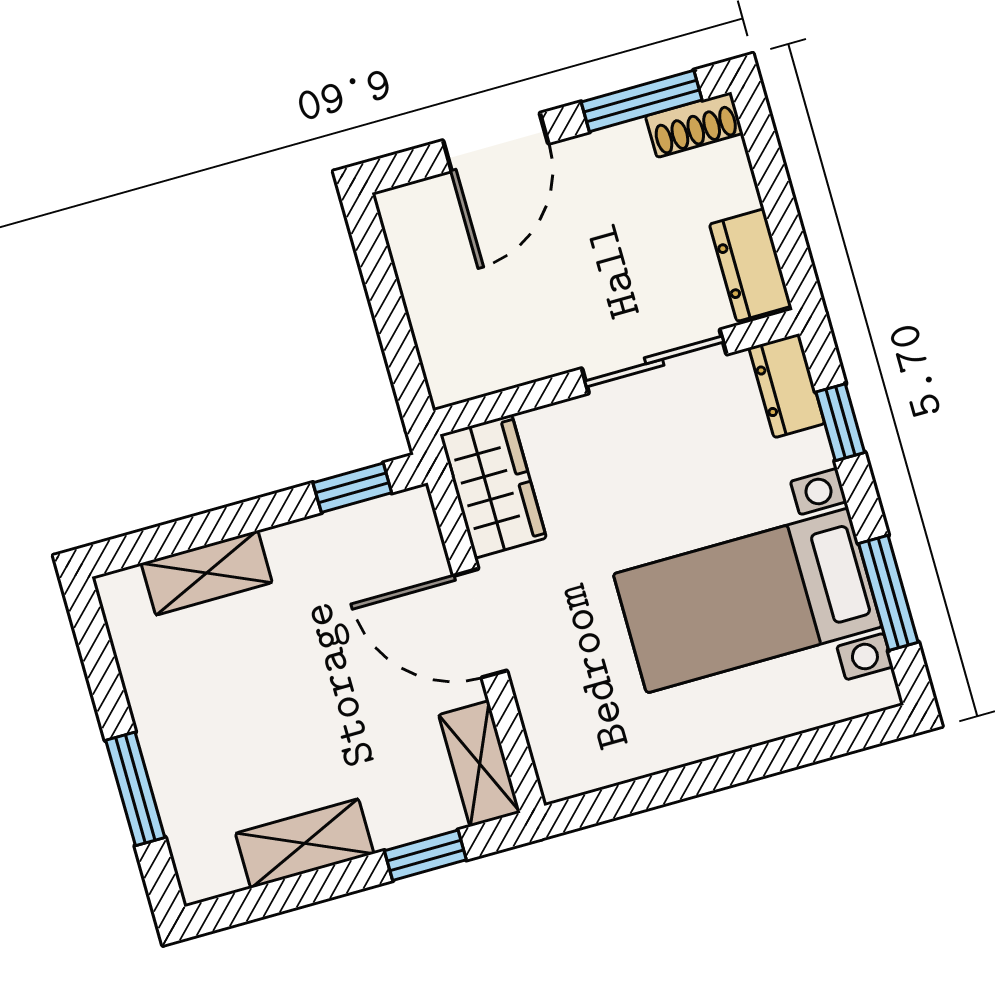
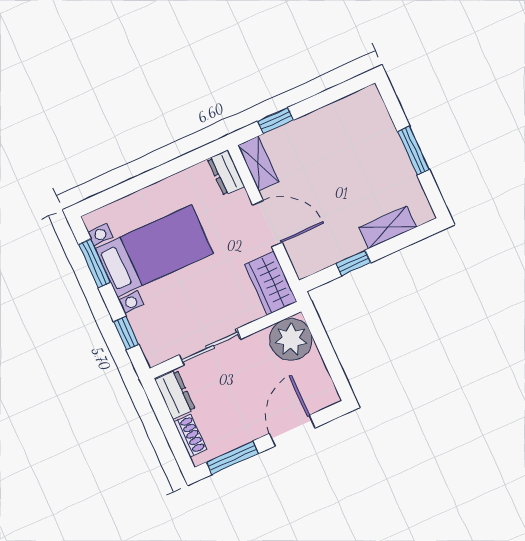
shoe rack: (694, 125) -> (190, 436), moved, turned 90
plant: (467, 351) -> (291, 339), added
dresser: (787, 386) -> (226, 173), moved, turned 180
window: (352, 488) -> (353, 263), moved
window: (135, 789) -> (413, 151), moved
shelving: (305, 843) -> (328, 118), removed

